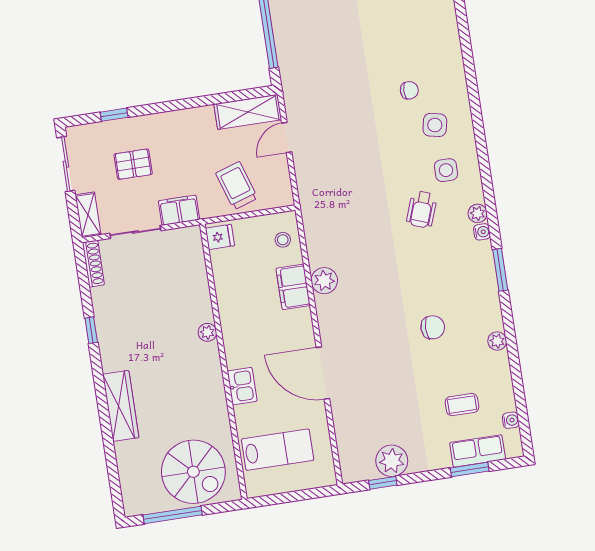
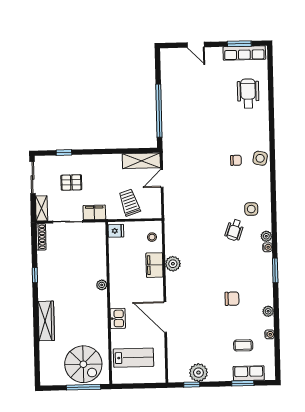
side table: (435, 125) -> (260, 158), moved
water cooler: (511, 420) -> (270, 334), moved
window: (173, 515) -> (83, 387), moved

